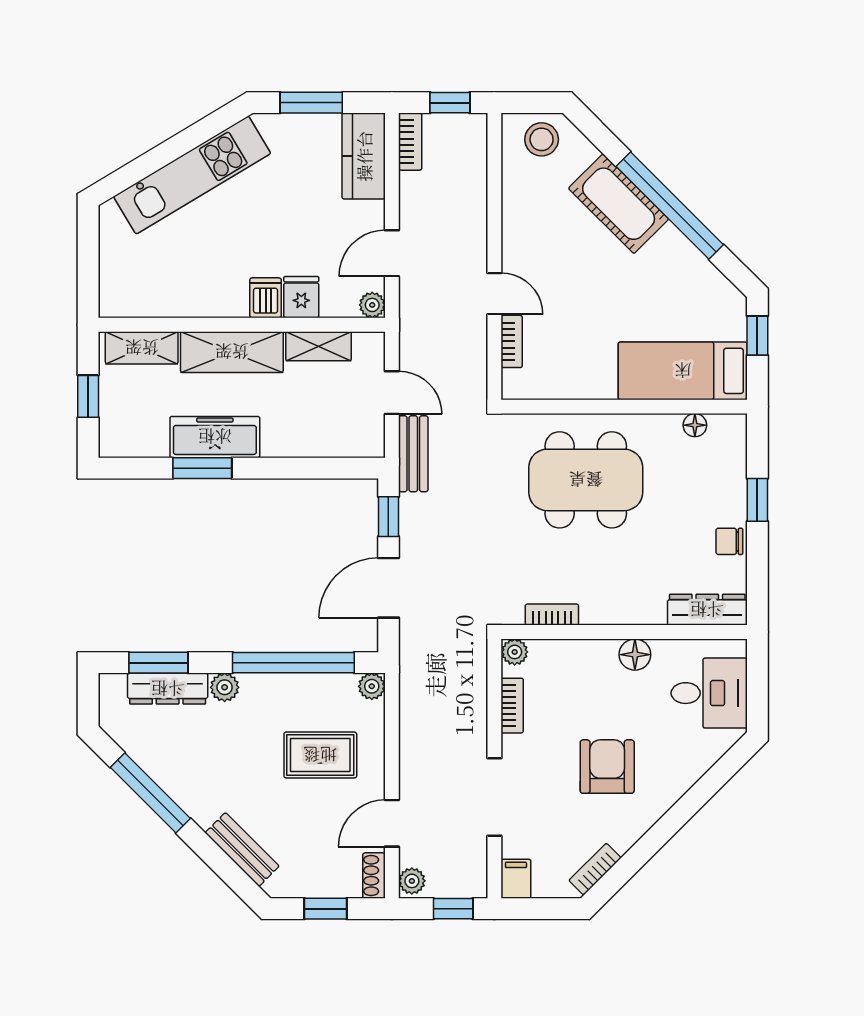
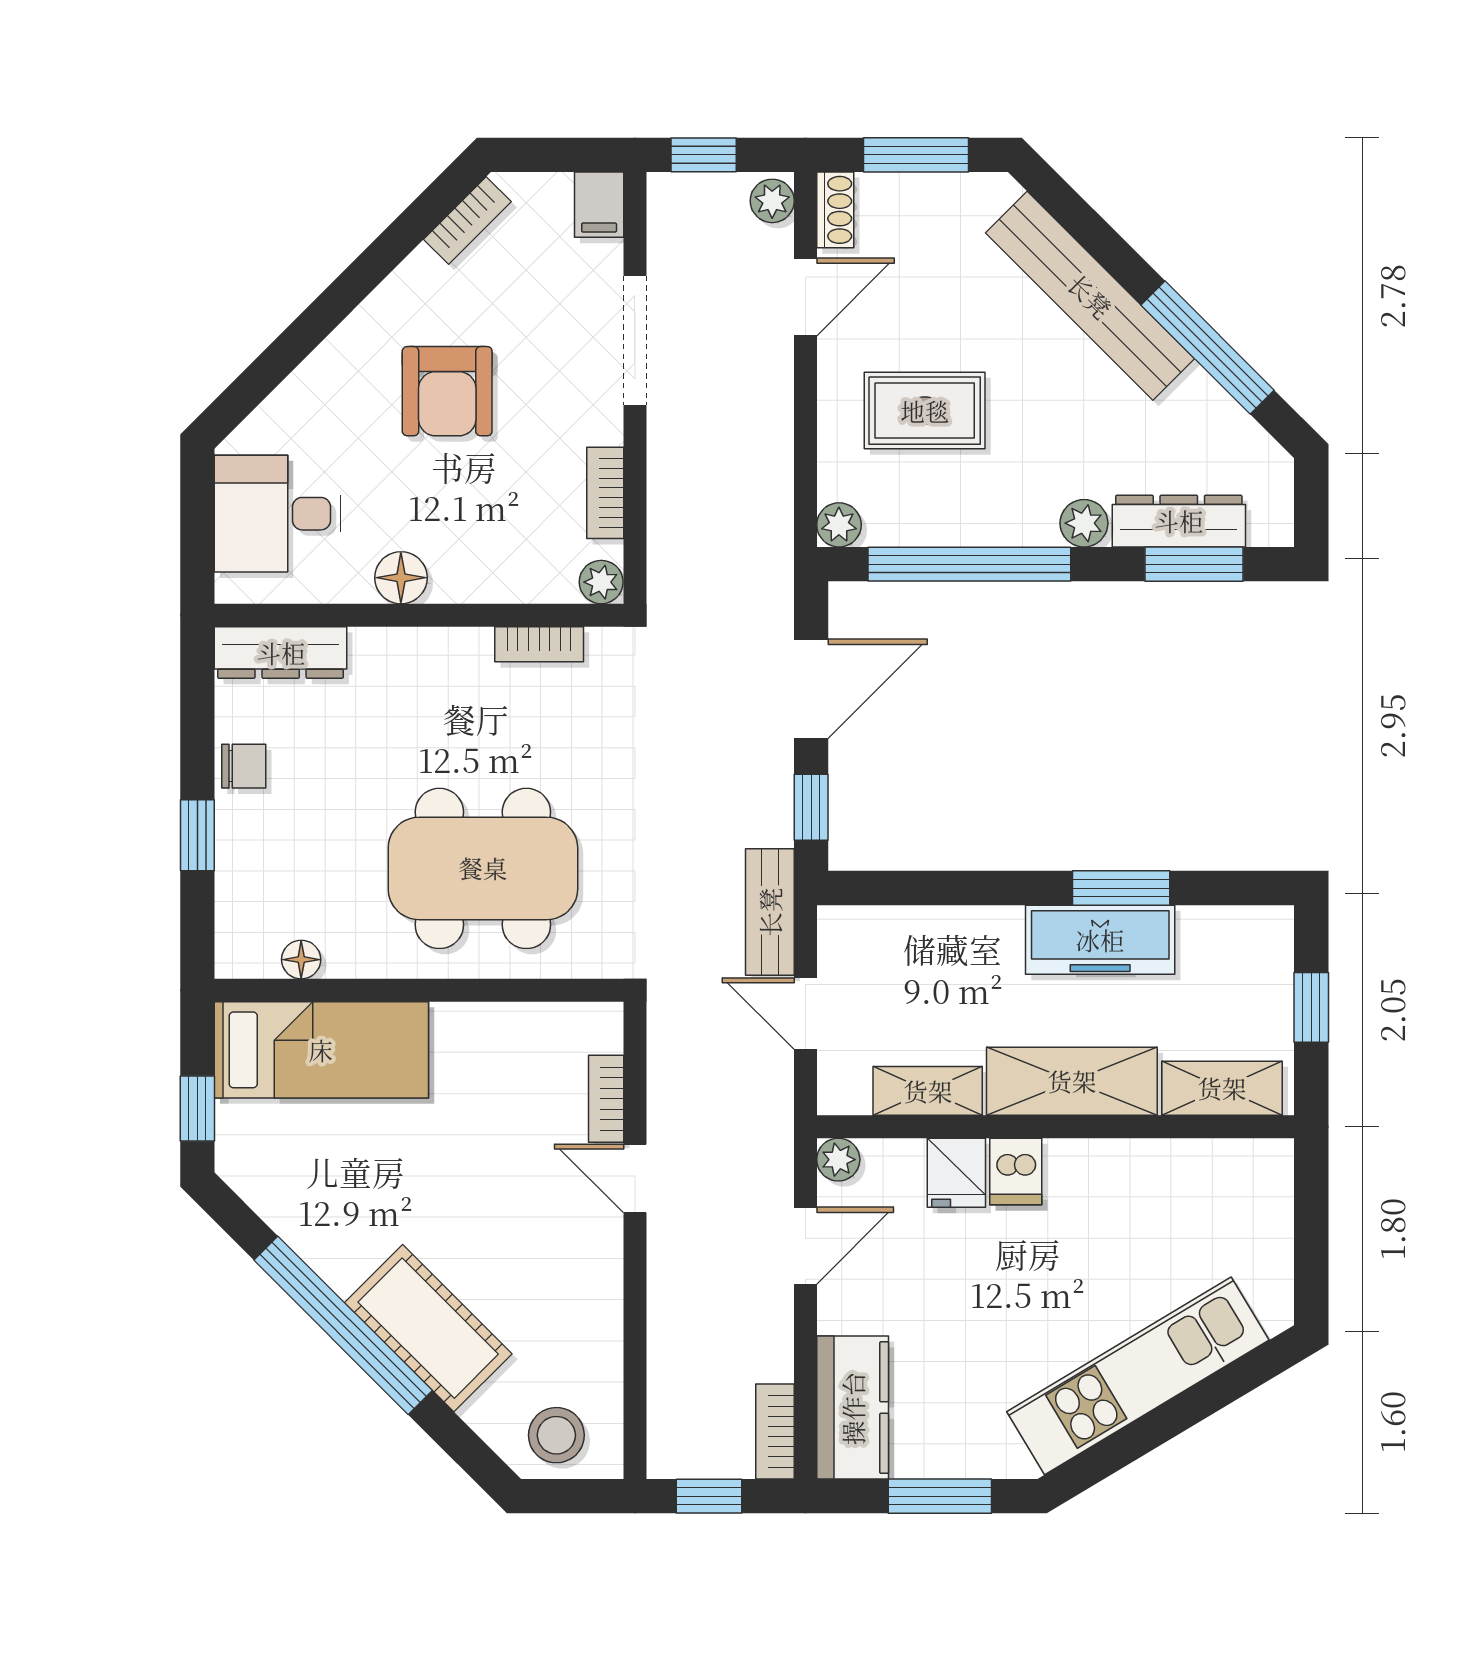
bench: (242, 849) -> (1090, 296), width x1.86, depth x1.21
window: (325, 909) -> (916, 155), width x1.50

